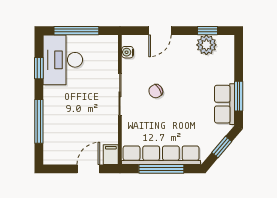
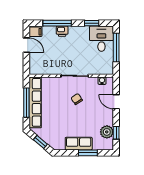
desk: (63, 60) -> (101, 39), width x0.73
window: (239, 96) -> (88, 153), moved
row of seats: (224, 104) -> (79, 144), moved
printer: (51, 114) -> (62, 31), added
filing cabinet: (111, 155) -> (36, 32), moved
door: (88, 169) -> (26, 45), moved

